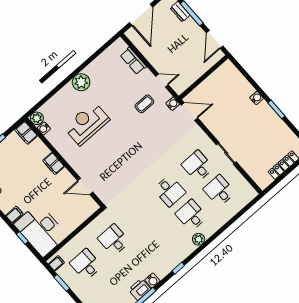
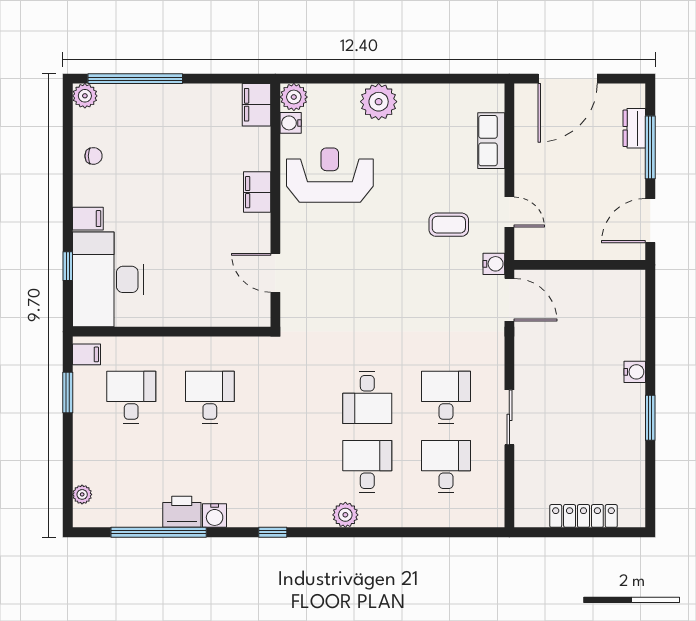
plant: (37, 118) -> (294, 97), moved
water cooler: (44, 128) -> (291, 123), moved
filing cabinet: (26, 133) -> (256, 105), moved
wall: (64, 162) -> (275, 205), moved
filing cabinet: (54, 164) -> (257, 192), moved
door: (85, 186) -> (275, 273), moved

